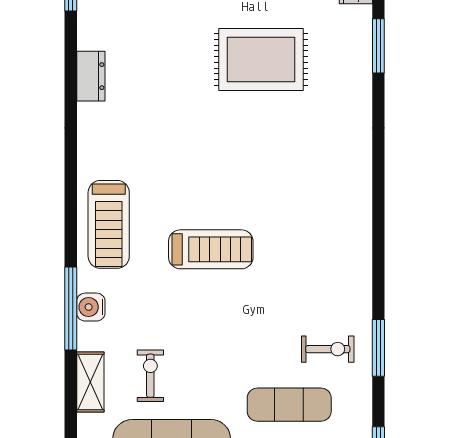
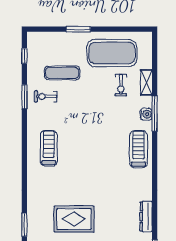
dresser: (91, 76) -> (146, 217), width x1.44
treadmill: (211, 249) -> (49, 148), moved, turned 90

